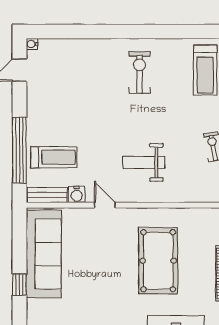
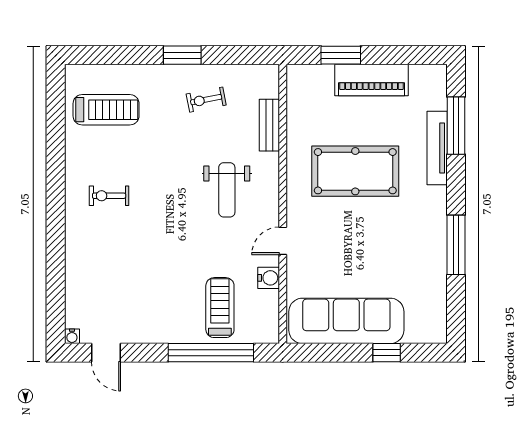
exercise bike: (139, 72) -> (109, 196), width x0.73, depth x0.72
bench: (47, 195) -> (269, 125), moved

